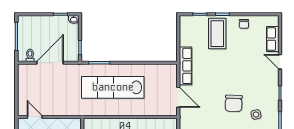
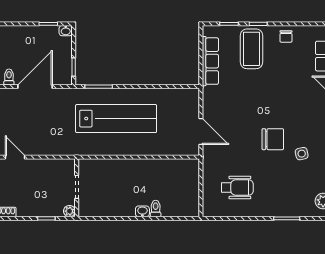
row of seats: (186, 66) -> (210, 61), moved
lab bench: (113, 87) -> (116, 119), turned 180
chair: (234, 103) -> (273, 139), turned -92

